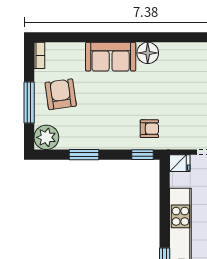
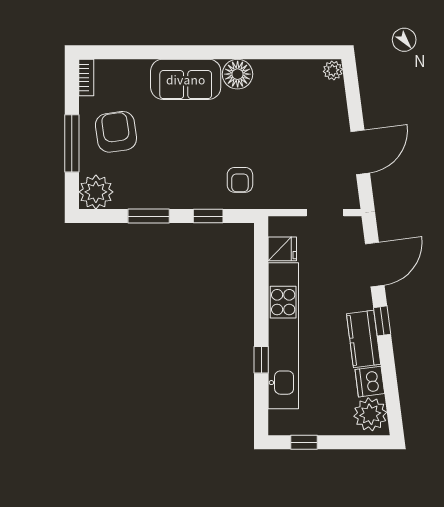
armchair: (149, 129) -> (240, 180), turned 90
window: (142, 155) -> (208, 216), moved
fridge: (180, 163) -> (282, 249), moved

